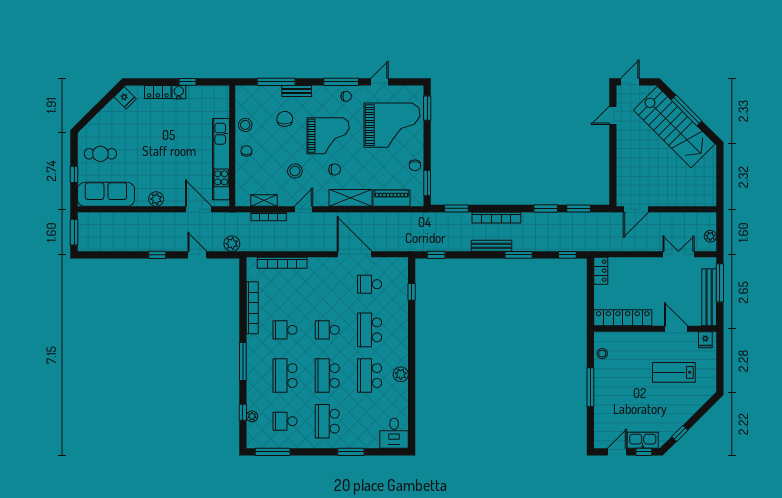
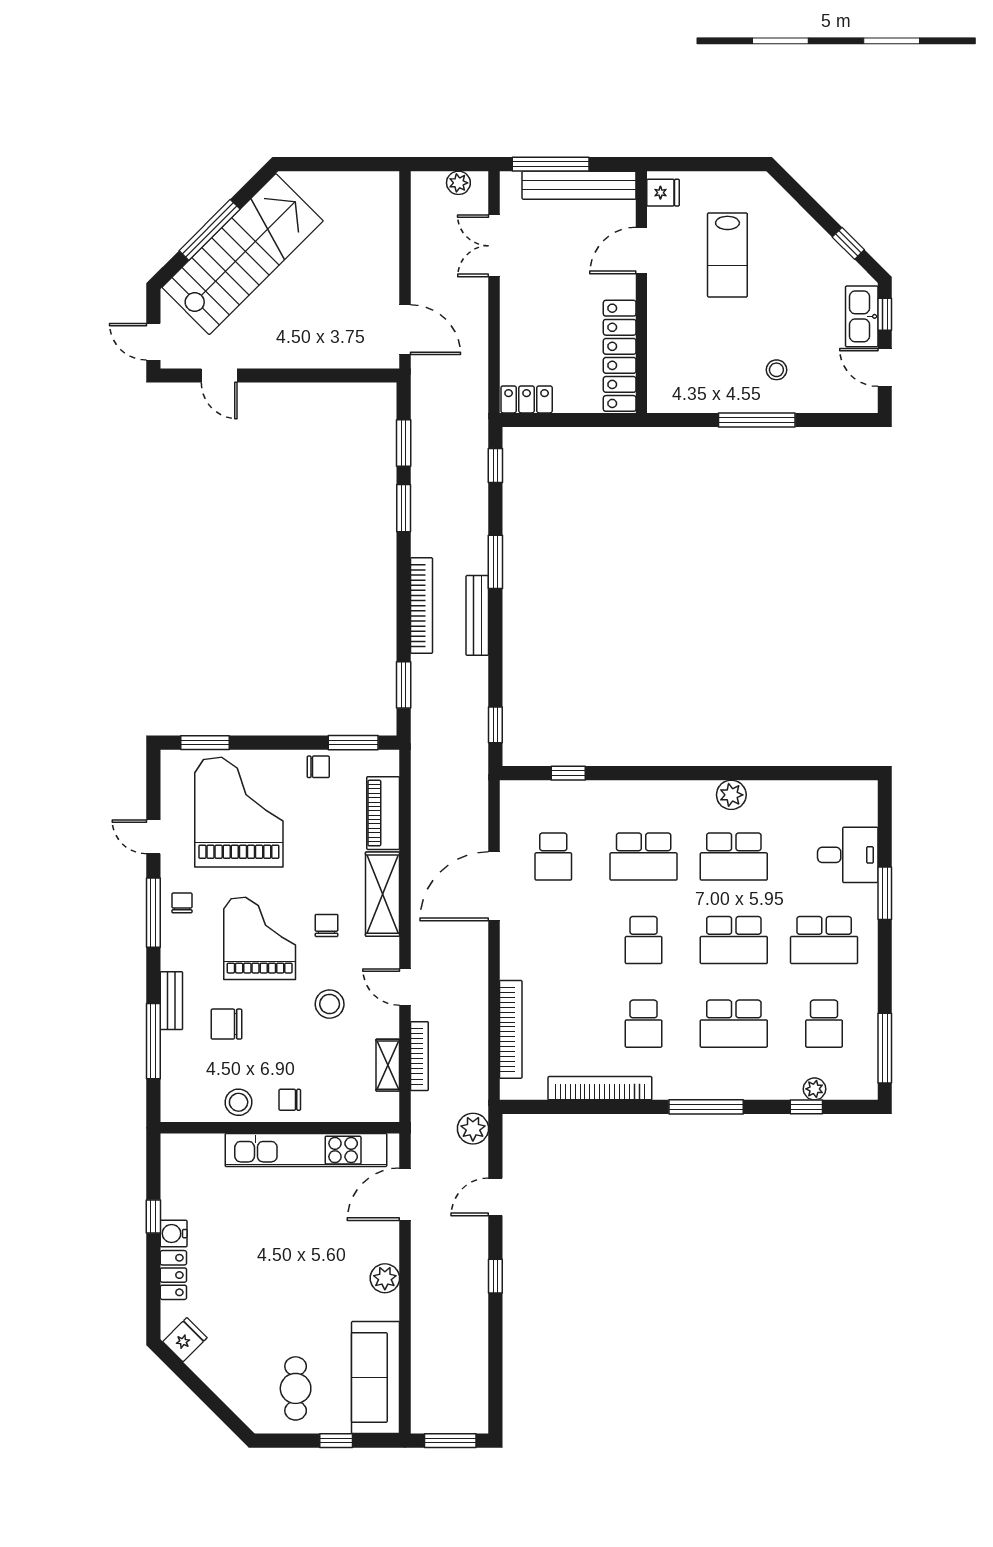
stool: (602, 354) -> (776, 370), moved
desk: (394, 433) -> (848, 855), moved

